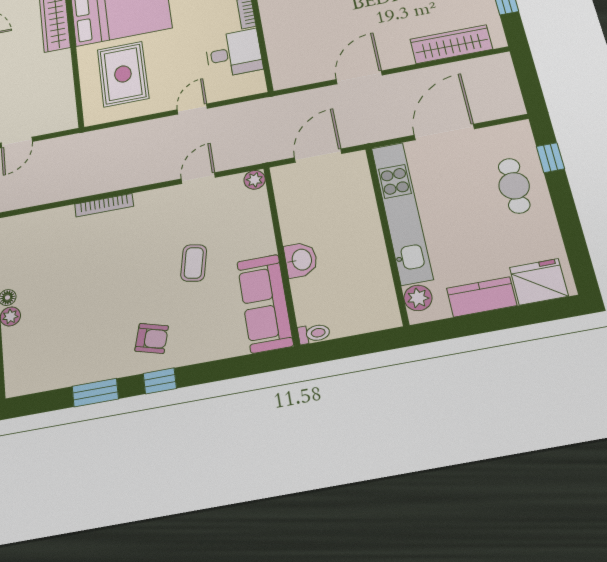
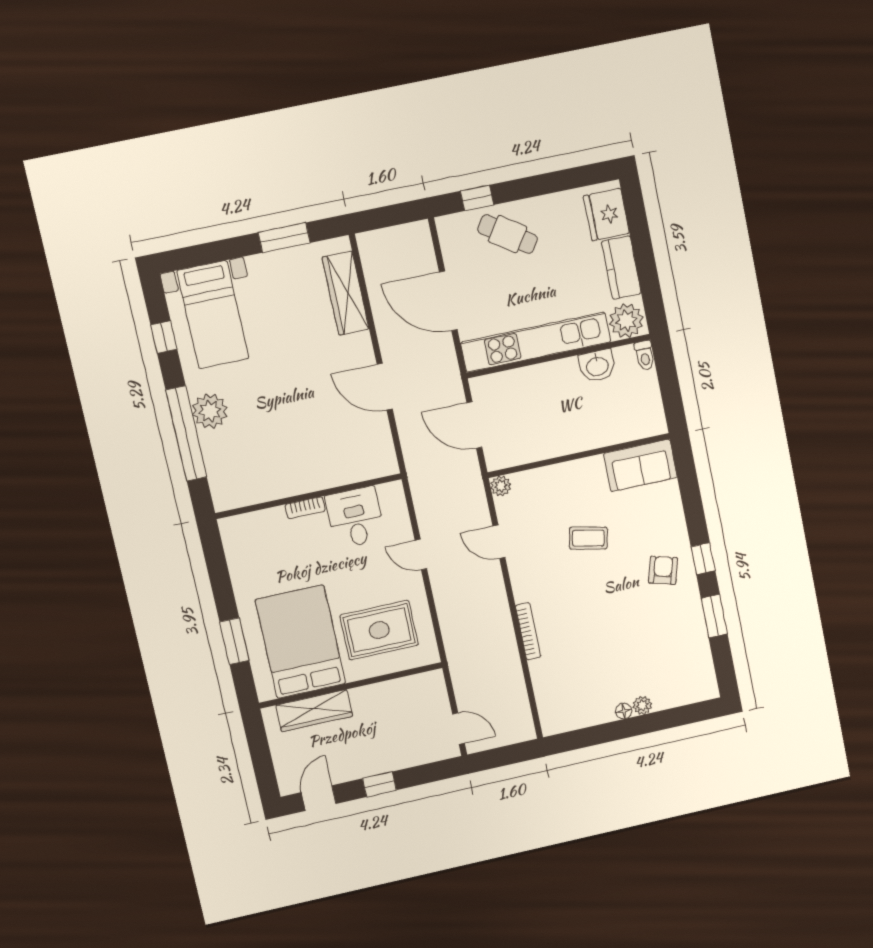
cafe table: (514, 186) -> (508, 234), turned 34
washbasin: (301, 260) -> (597, 366), moved, turned 180
plant: (418, 298) -> (626, 321), width x1.36, depth x1.36
sofa: (265, 303) -> (640, 465), width x0.73
toilet: (314, 333) -> (645, 355), moved, turned 180

